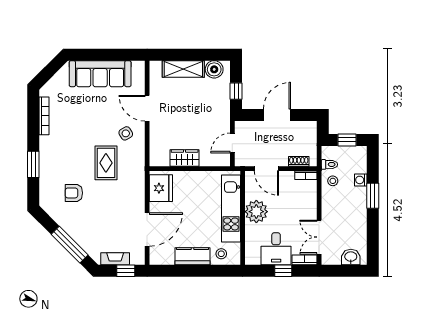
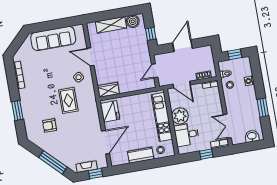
wardrobe: (185, 158) -> (108, 90), moved
window: (373, 196) -> (263, 108), moved
desk: (276, 249) -> (187, 135), moved, turned 90

